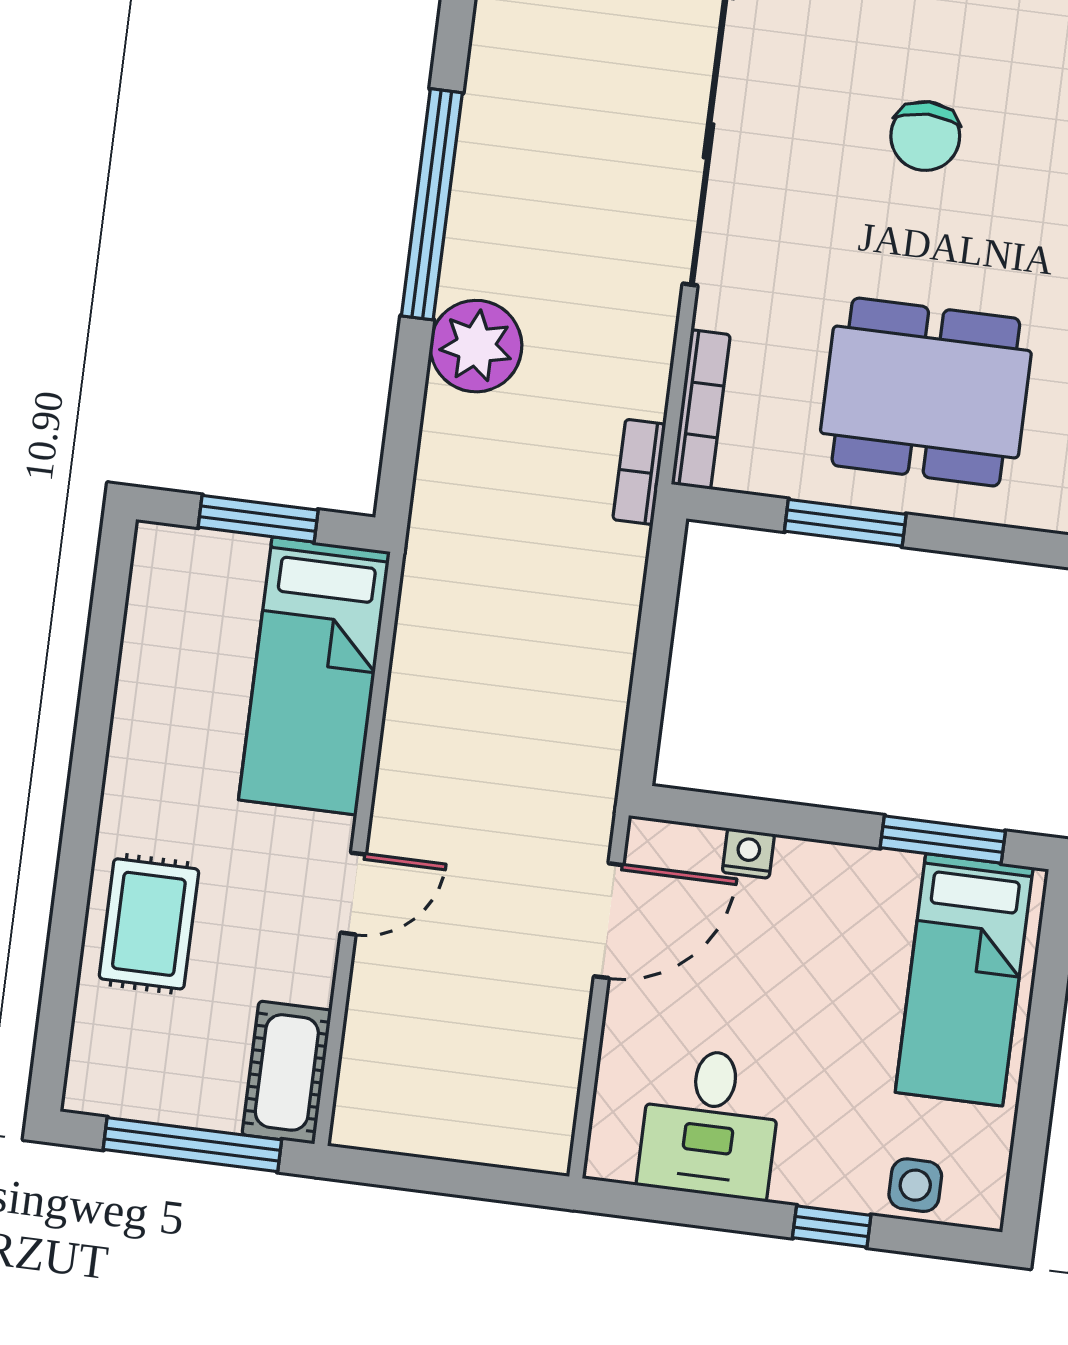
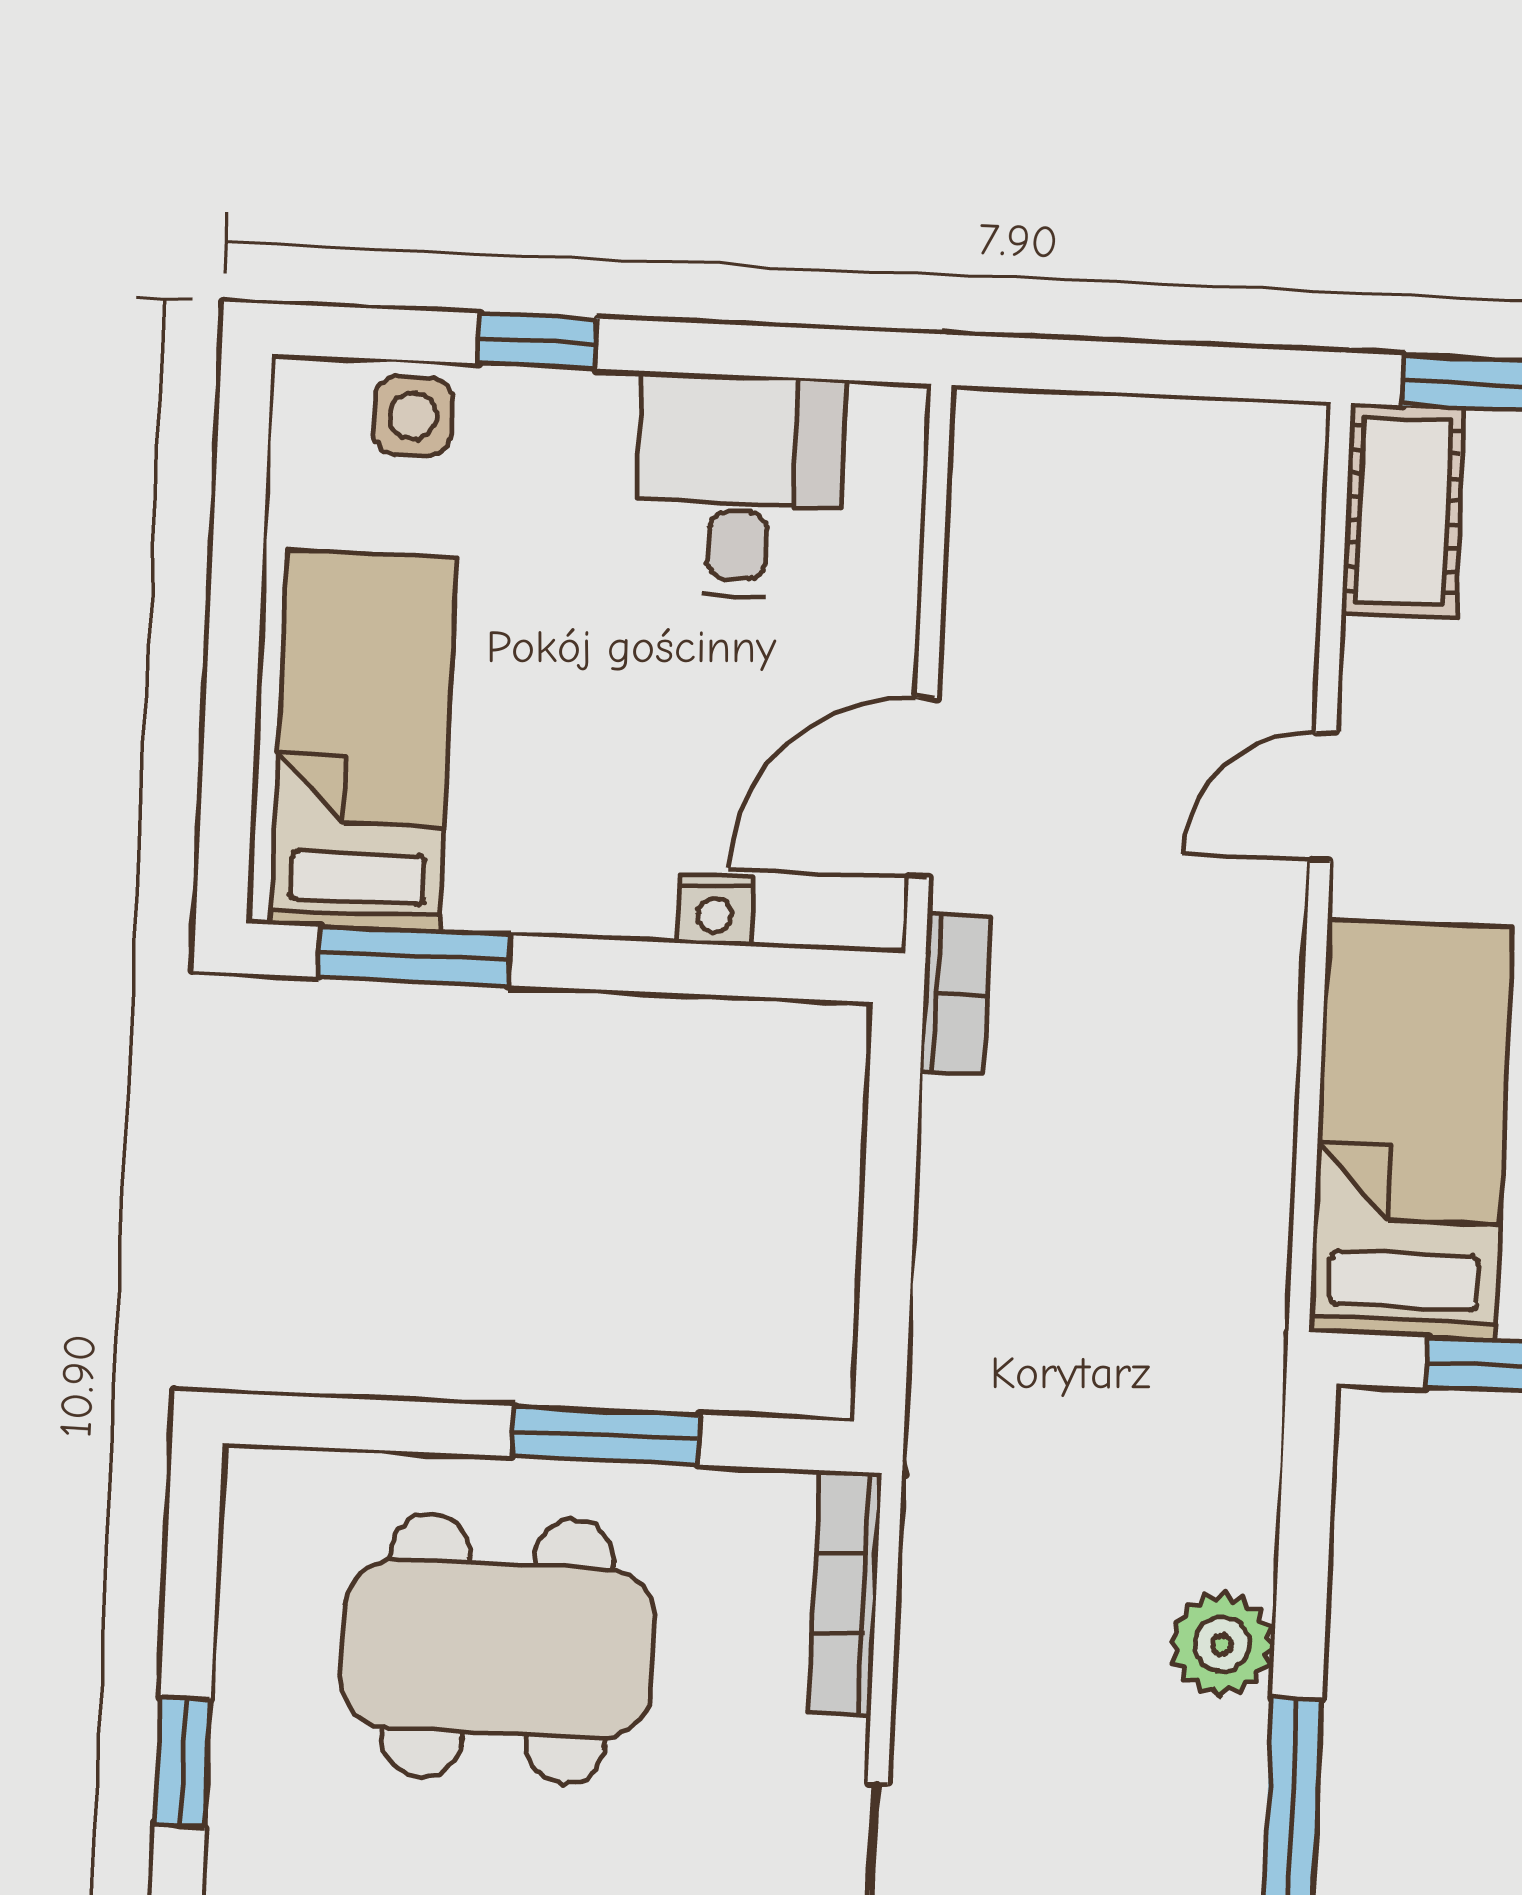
plant: (476, 346) -> (1222, 1644), width x0.73, depth x0.73
bookcase: (639, 472) -> (955, 994), moved

